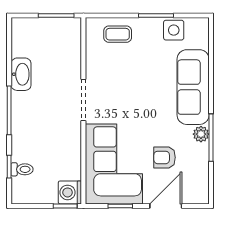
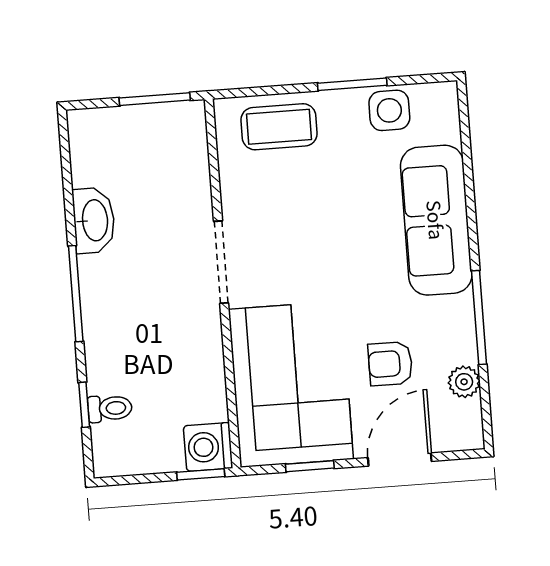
coffee table: (118, 34) -> (279, 127), width x1.36, depth x1.30
plant: (201, 134) -> (464, 382), moved

